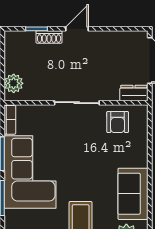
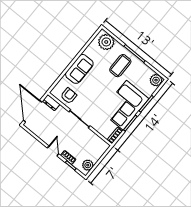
door: (77, 29) -> (53, 151), swing flipped
plant: (14, 83) -> (88, 165), moved
sofa: (133, 194) -> (79, 69), moved

